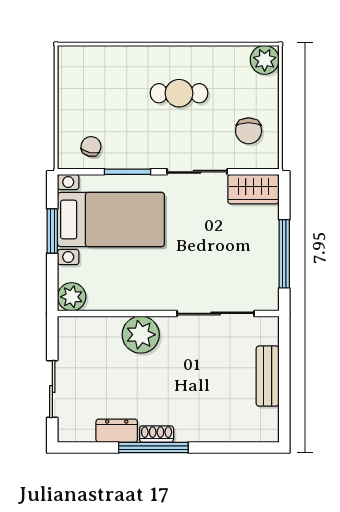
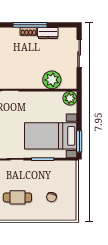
chair: (91, 146) -> (52, 197), moved
window: (52, 231) -> (79, 141), moved
plant: (141, 335) -> (52, 80), moved

